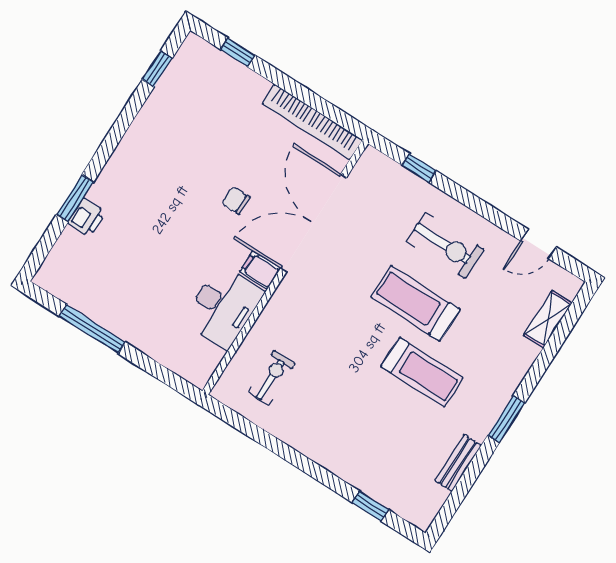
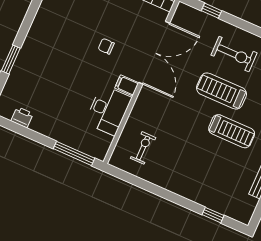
printer: (87, 217) -> (22, 117), moved, turned -90
double door: (313, 223) -> (154, 53), swing flipped
window: (92, 329) -> (74, 153), moved

